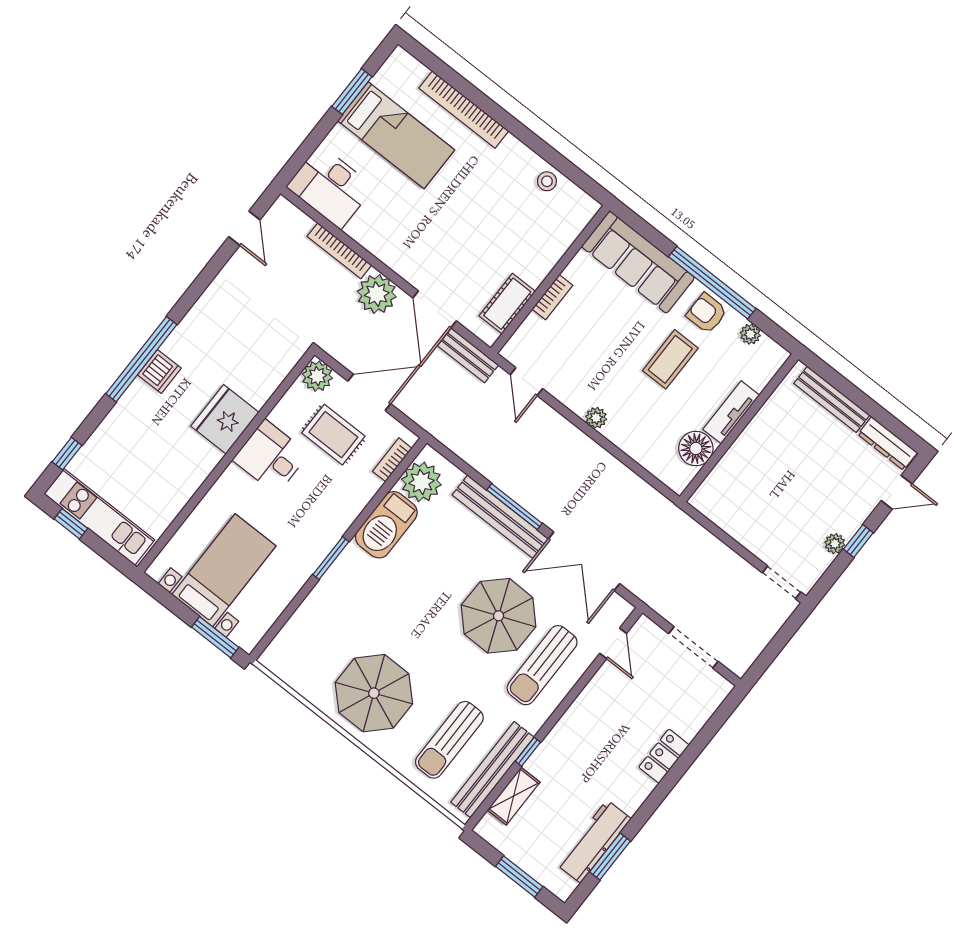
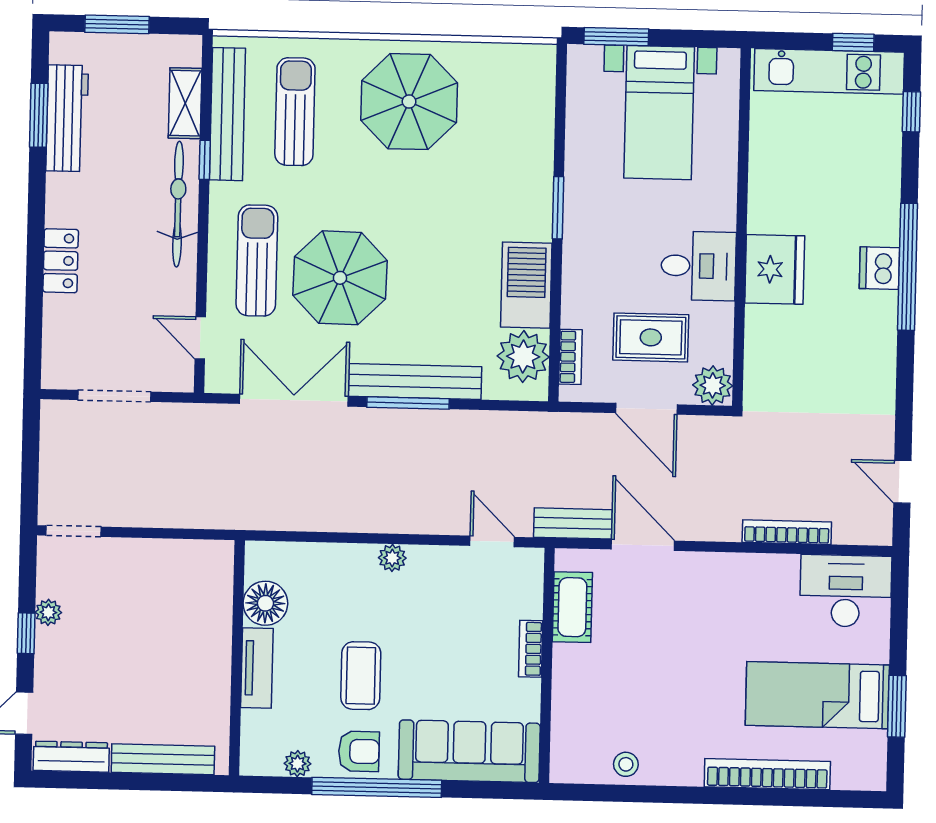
plant: (377, 294) -> (715, 516), removed
door: (369, 392) -> (646, 409), hinge flipped
bicycle: (565, 737) -> (178, 204), added

